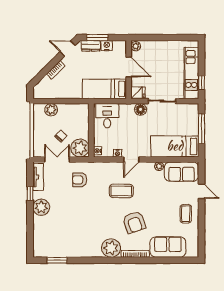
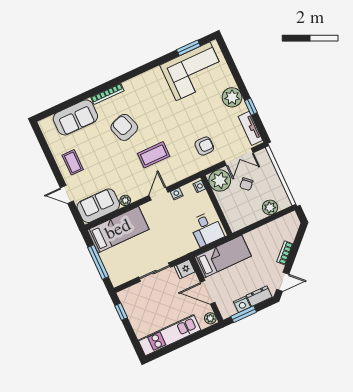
window: (97, 38) -> (244, 314), moved
kitchen unit: (191, 73) -> (169, 335), moved, turned -90
floor lamp: (140, 109) -> (174, 252), removed
corner sofa: (62, 241) -> (193, 71), added
plant: (111, 248) -> (136, 88), removed

